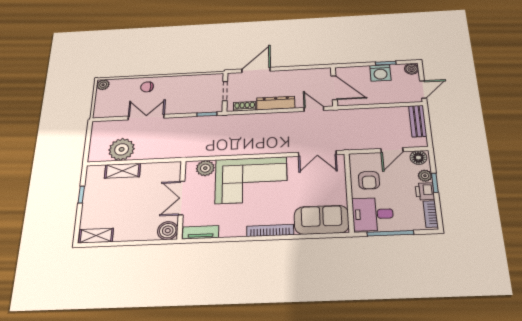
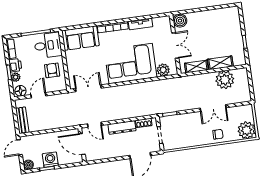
plant: (103, 85) -> (247, 130), width x1.87, depth x1.87
tv unit: (201, 232) -> (141, 24), moved
shelving: (96, 236) -> (196, 67), moved

